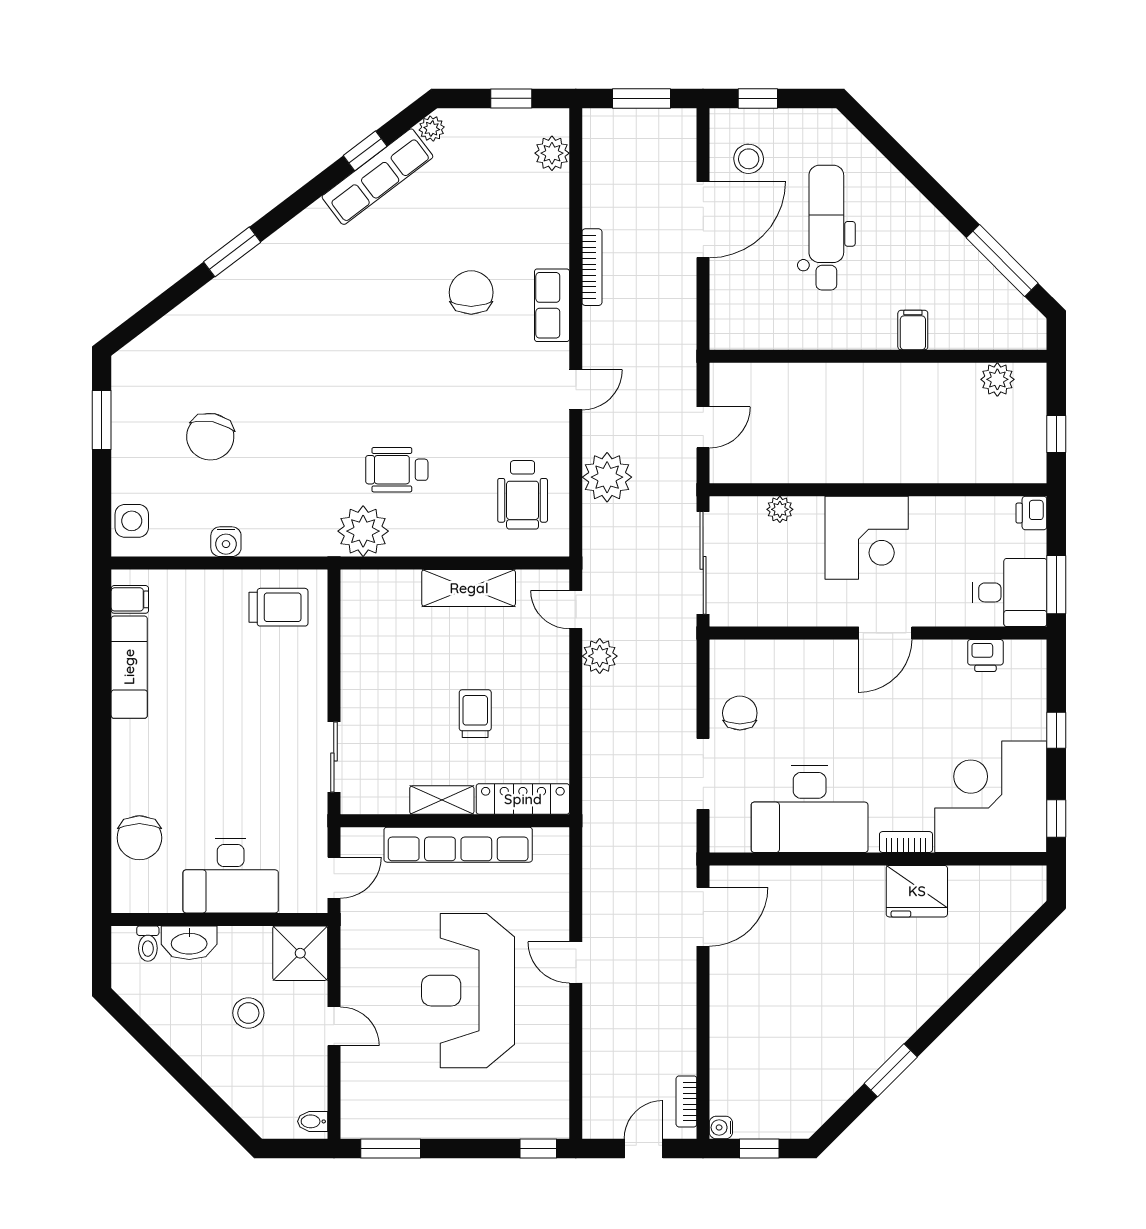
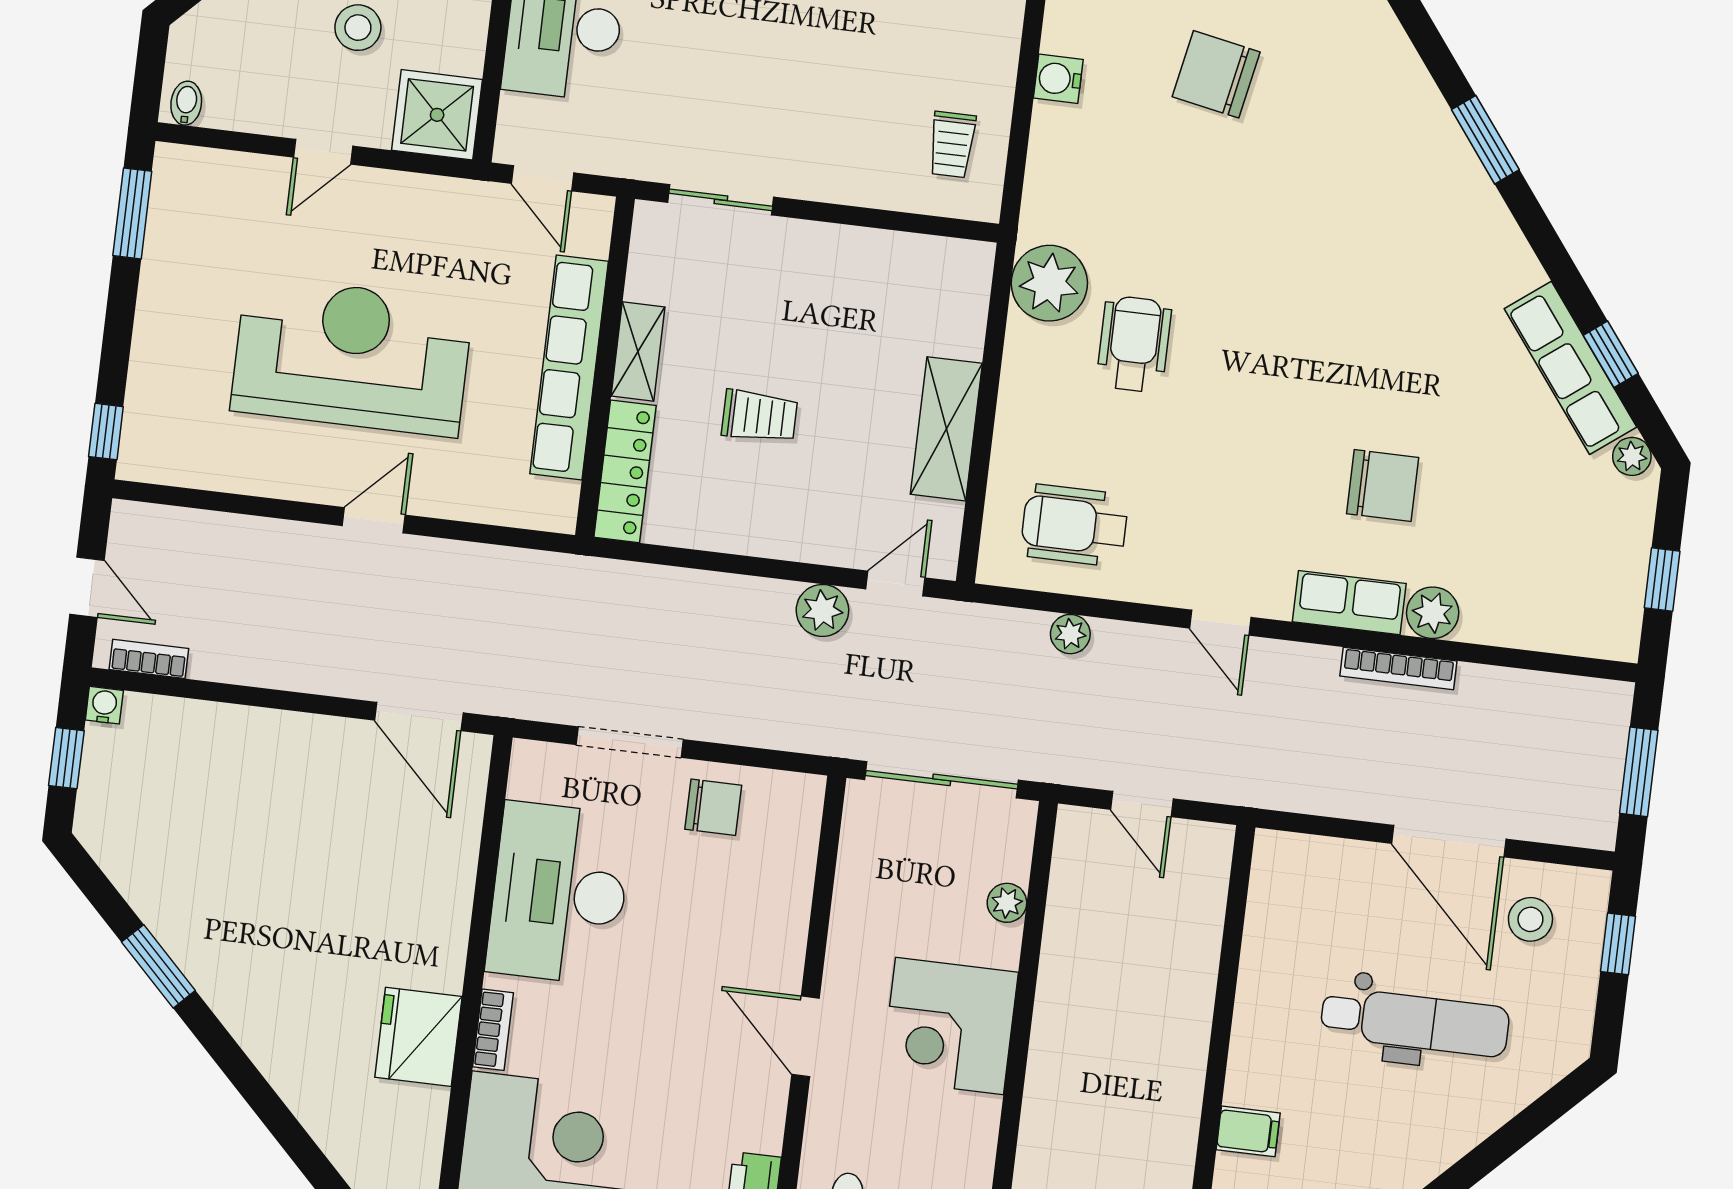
plant: (552, 153) -> (1433, 613), moved
plant: (607, 477) -> (1070, 634), width x0.53, depth x0.53
trolley: (278, 607) -> (952, 145), width x0.73, depth x0.72

